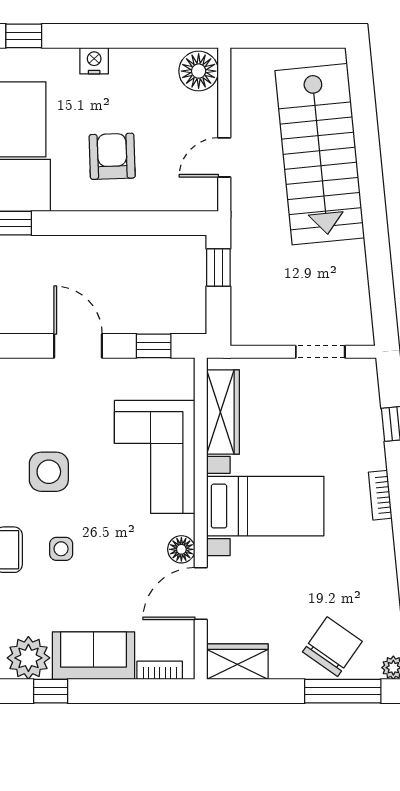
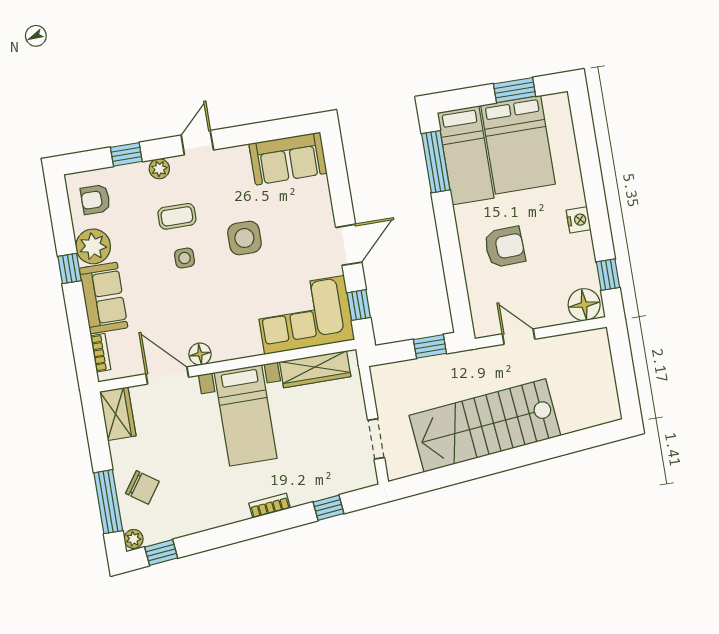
window: (24, 36) -> (608, 275), moved
stairs: (320, 154) -> (485, 425), moved
corner sofa: (155, 457) -> (304, 315), moved
chair: (332, 647) -> (142, 487), width x0.73, depth x0.73

